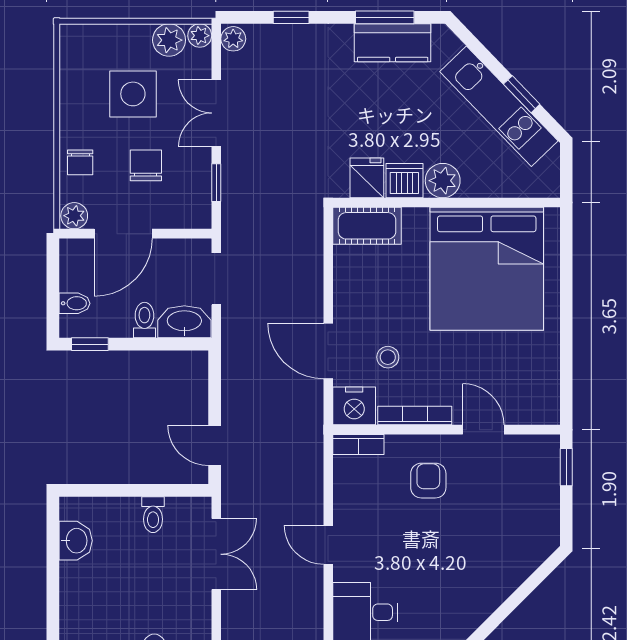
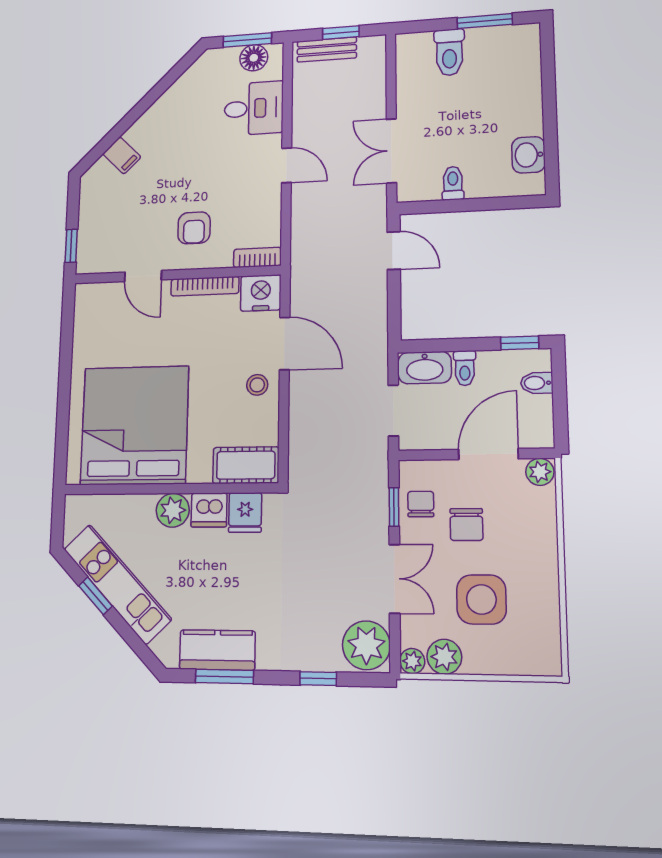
plant: (233, 39) -> (366, 645), width x1.88, depth x1.88
chair: (80, 162) -> (421, 504), moved
stool: (388, 357) -> (257, 385), moved
filing cabinet: (513, 568) -> (122, 155), added

